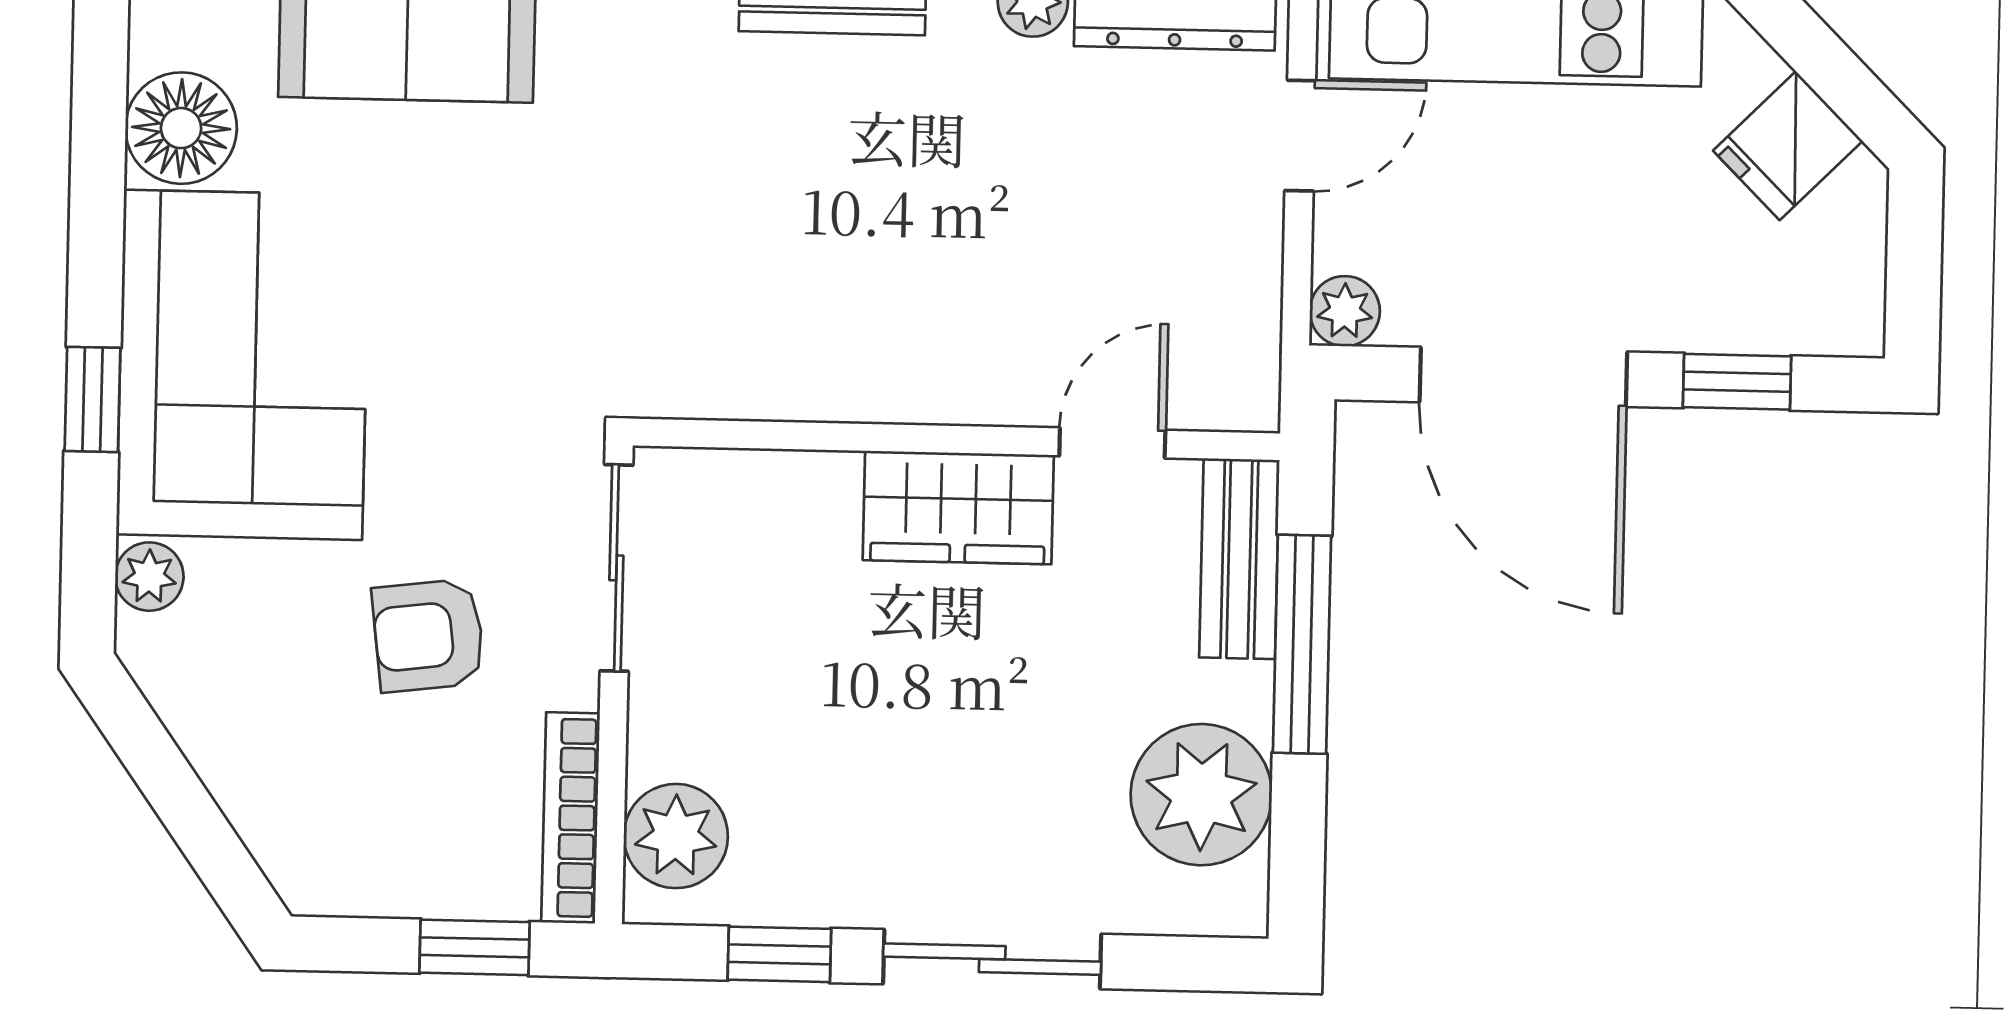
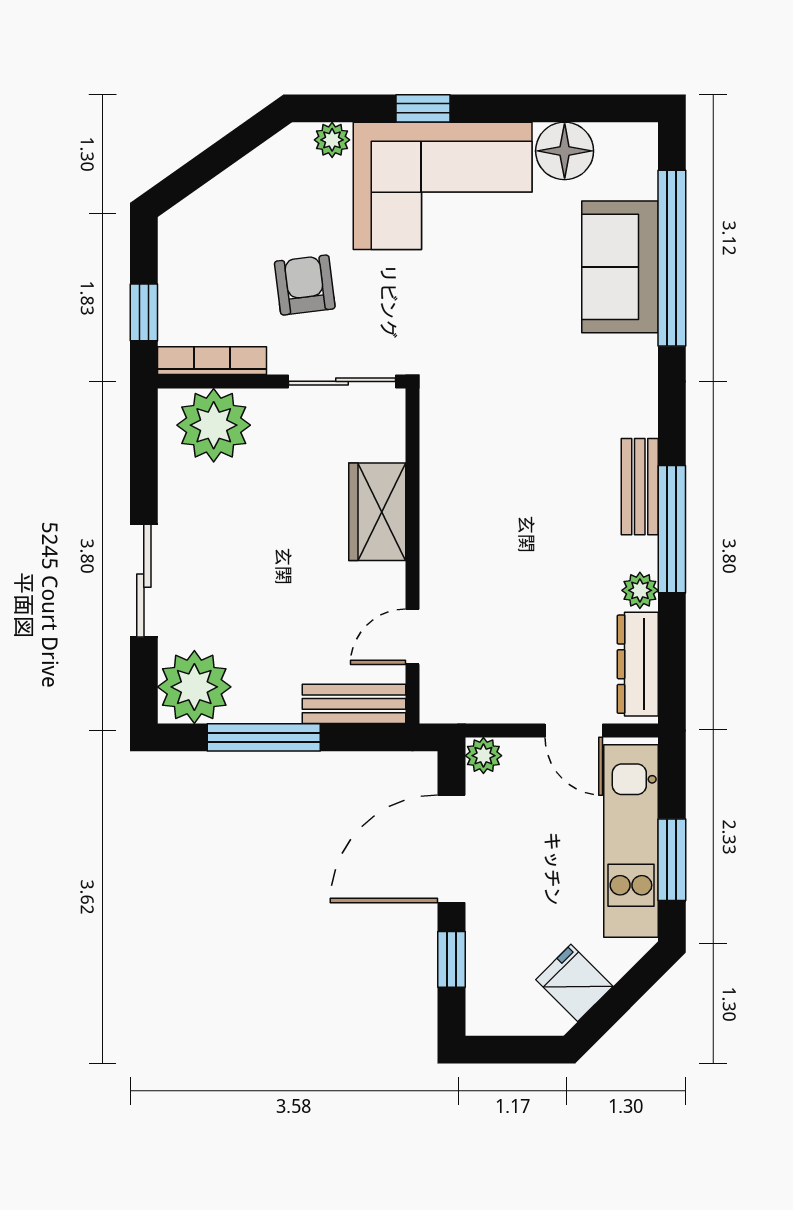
door: (1112, 443) -> (412, 637), swing flipped
wardrobe: (958, 508) -> (377, 512), moved
window: (1302, 644) -> (264, 737), moved
plant: (1201, 795) -> (194, 687), moved
plant: (676, 836) -> (214, 425), width x1.36, depth x1.36
window: (779, 954) -> (144, 470), removed

